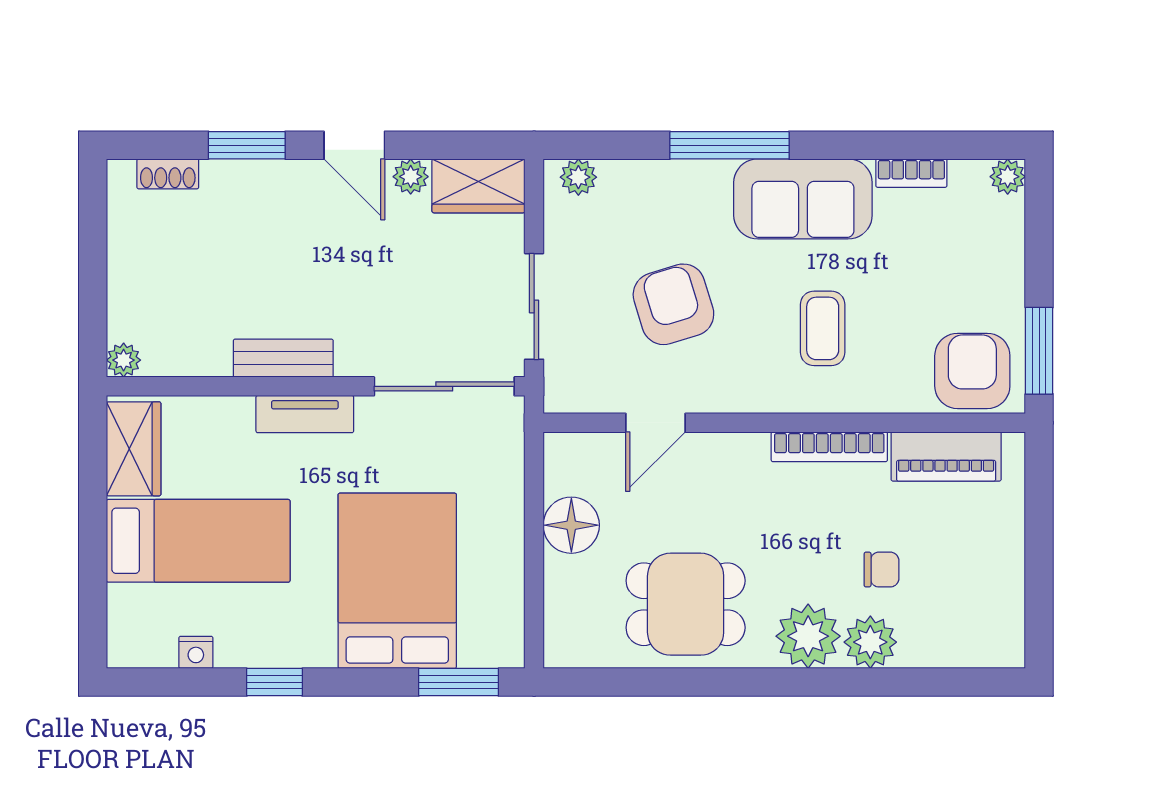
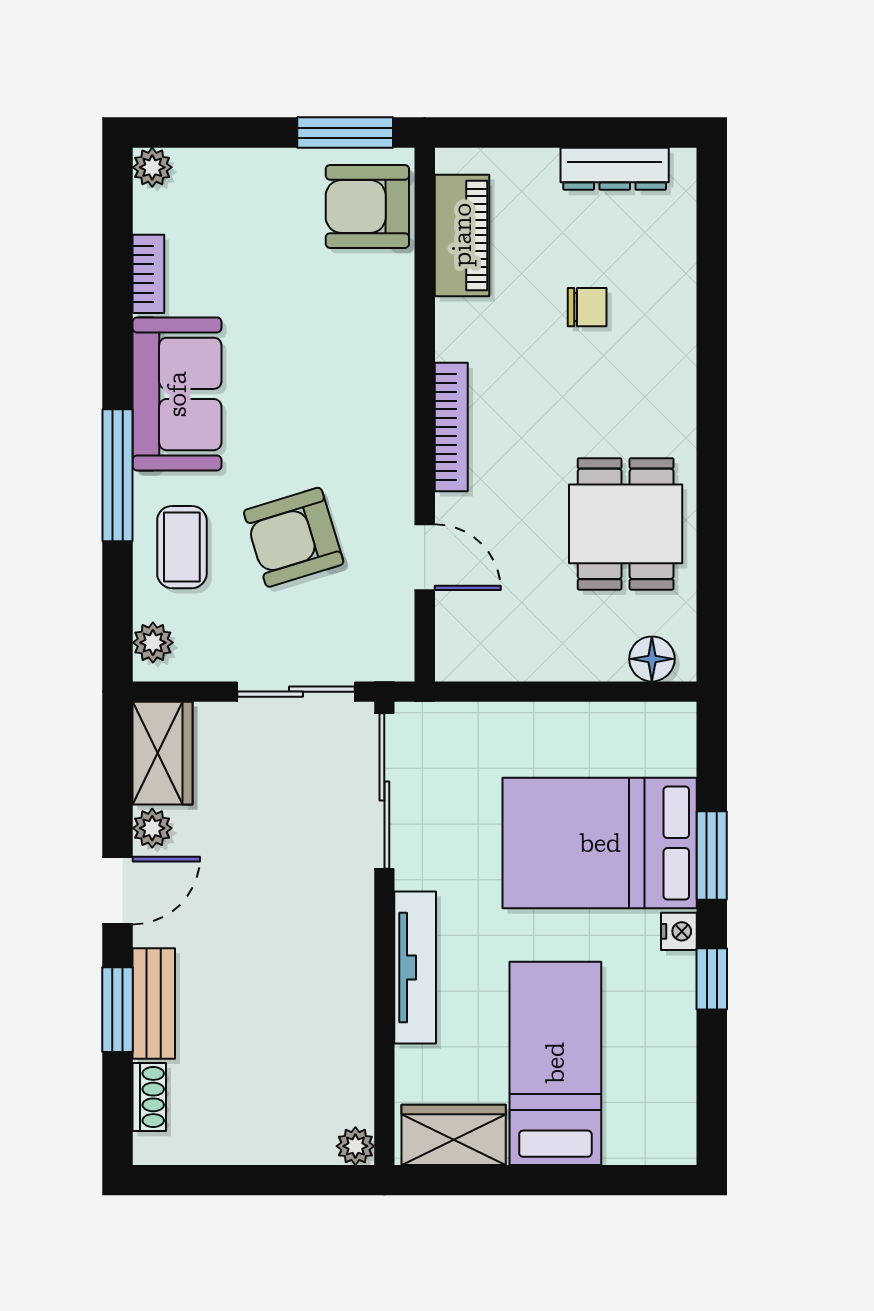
coffee table: (823, 328) -> (182, 547), moved, turned 90
bench: (283, 358) -> (154, 1004), moved
tv unit: (305, 414) -> (415, 967), width x1.41
bookcase: (829, 447) -> (451, 427), moved
floor lamp: (571, 525) -> (652, 659), moved, width x0.73, depth x0.73
chair: (881, 570) -> (587, 307), turned 90
dresser: (1006, 594) -> (615, 169), added
plant: (808, 636) -> (661, 388), removed
plant: (870, 642) -> (668, 319), removed
nightstand: (196, 652) -> (679, 931), moved
window: (459, 682) -> (712, 856), moved

